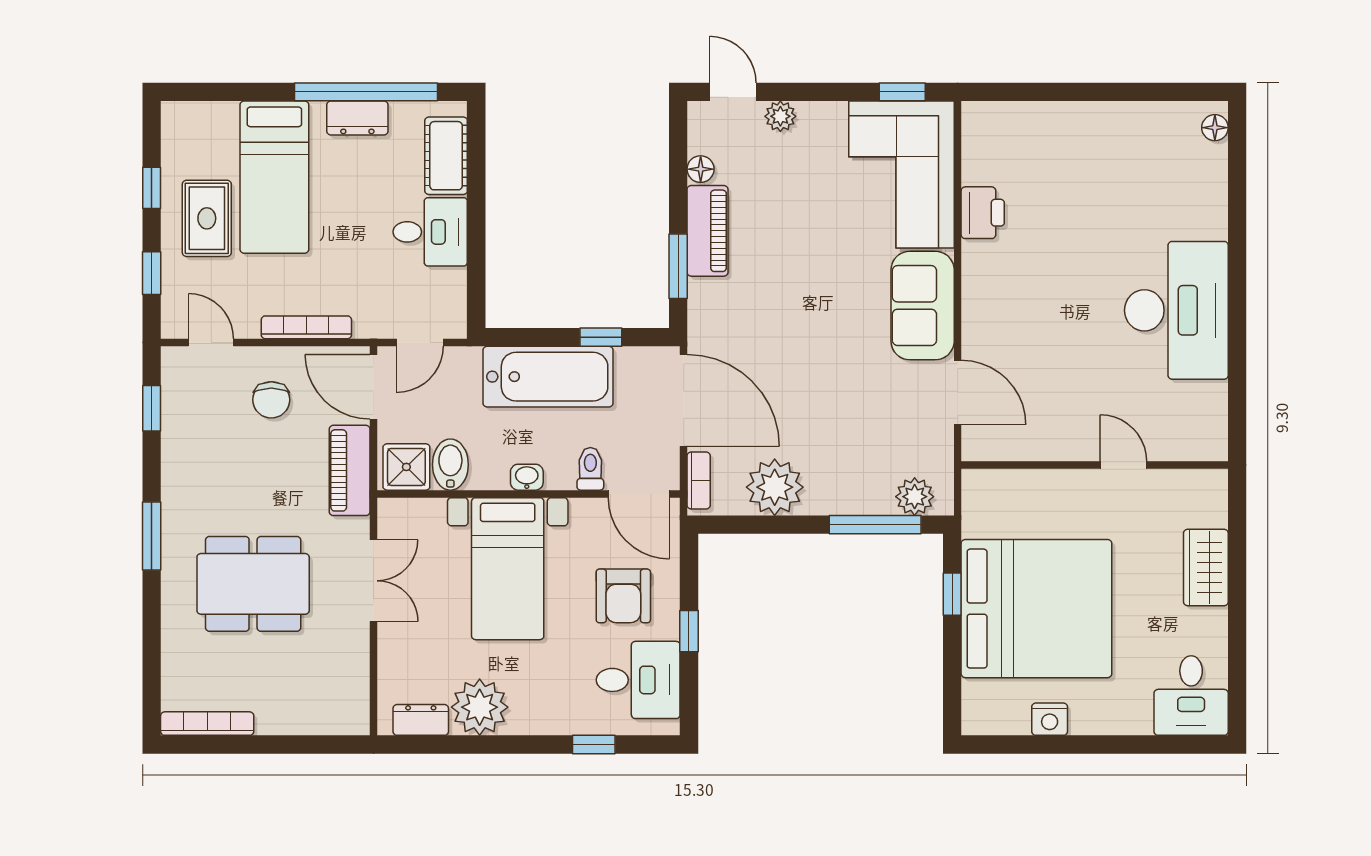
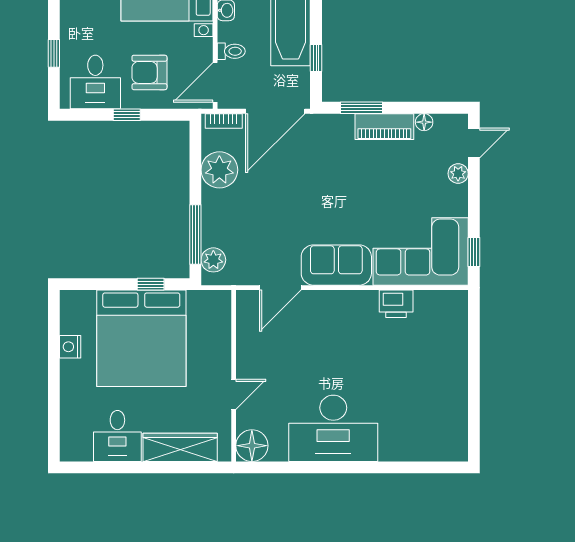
floor lamp: (1215, 128) -> (252, 446), moved, width x1.89, depth x1.89
wardrobe: (1206, 567) -> (180, 447), width x1.50
desk: (1191, 696) -> (117, 436), moved, turned -90

